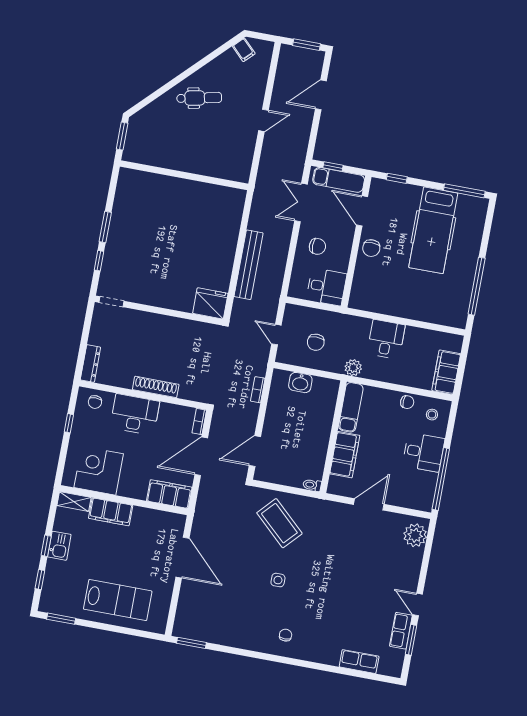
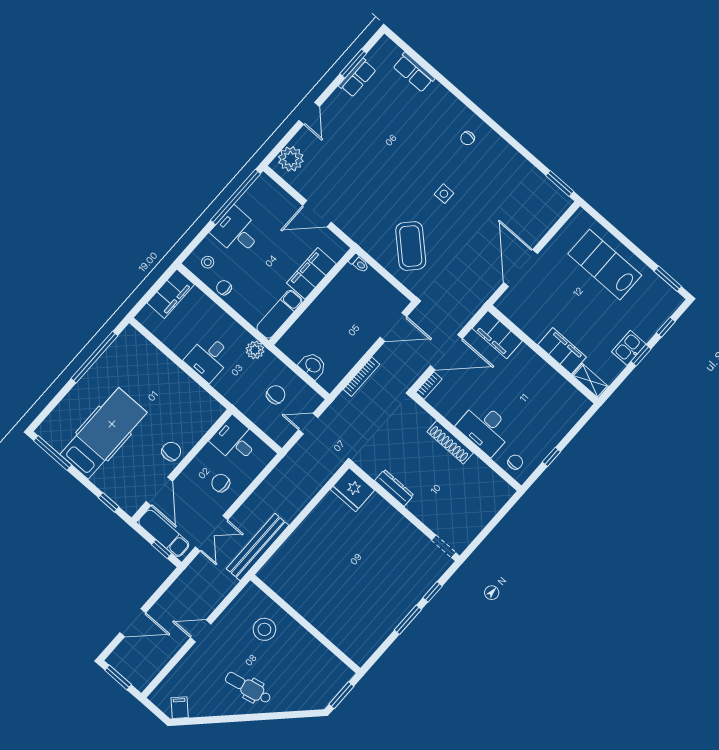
stool: (214, 152) -> (264, 629), added
bench: (249, 265) -> (258, 547), moved
door: (276, 335) -> (308, 424), swing flipped
dresser: (90, 364) -> (394, 488), moved, turned 90
bookcase: (258, 390) -> (362, 377), width x1.56
corner desk: (99, 471) -> (550, 396), removed
door: (418, 604) -> (309, 113), moved

